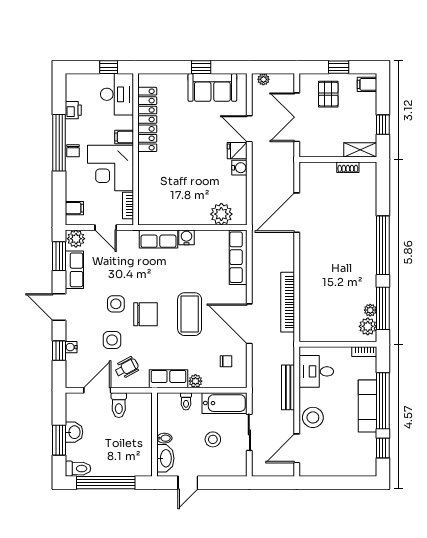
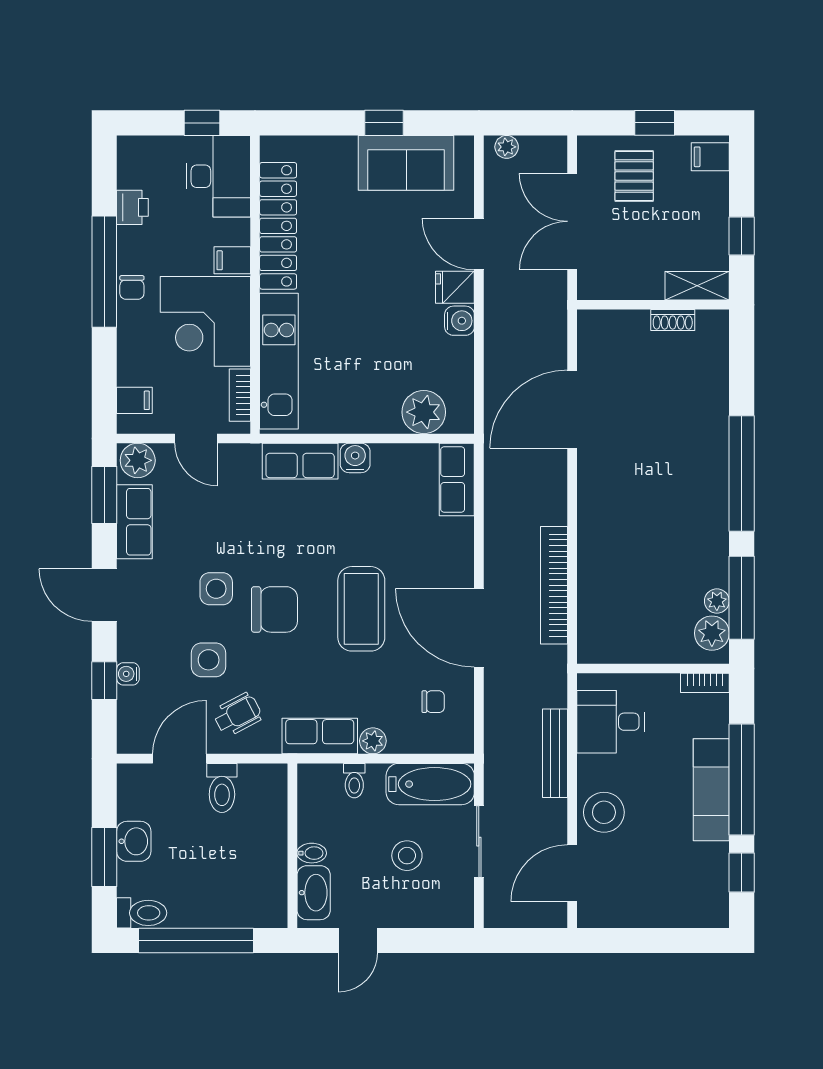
kitchen unit: (148, 188) -> (279, 361), added
row of seats: (238, 257) -> (457, 480), width x0.68

